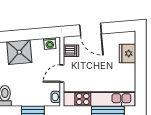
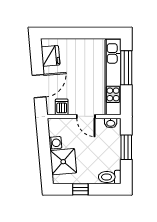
washing machine: (50, 44) -> (55, 143), moved
fridge: (127, 53) -> (51, 56), moved, turned -95

